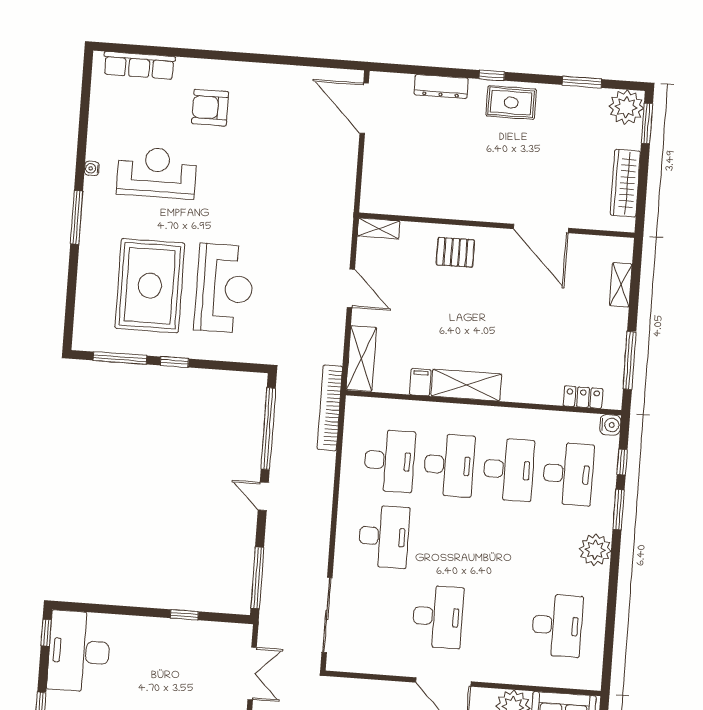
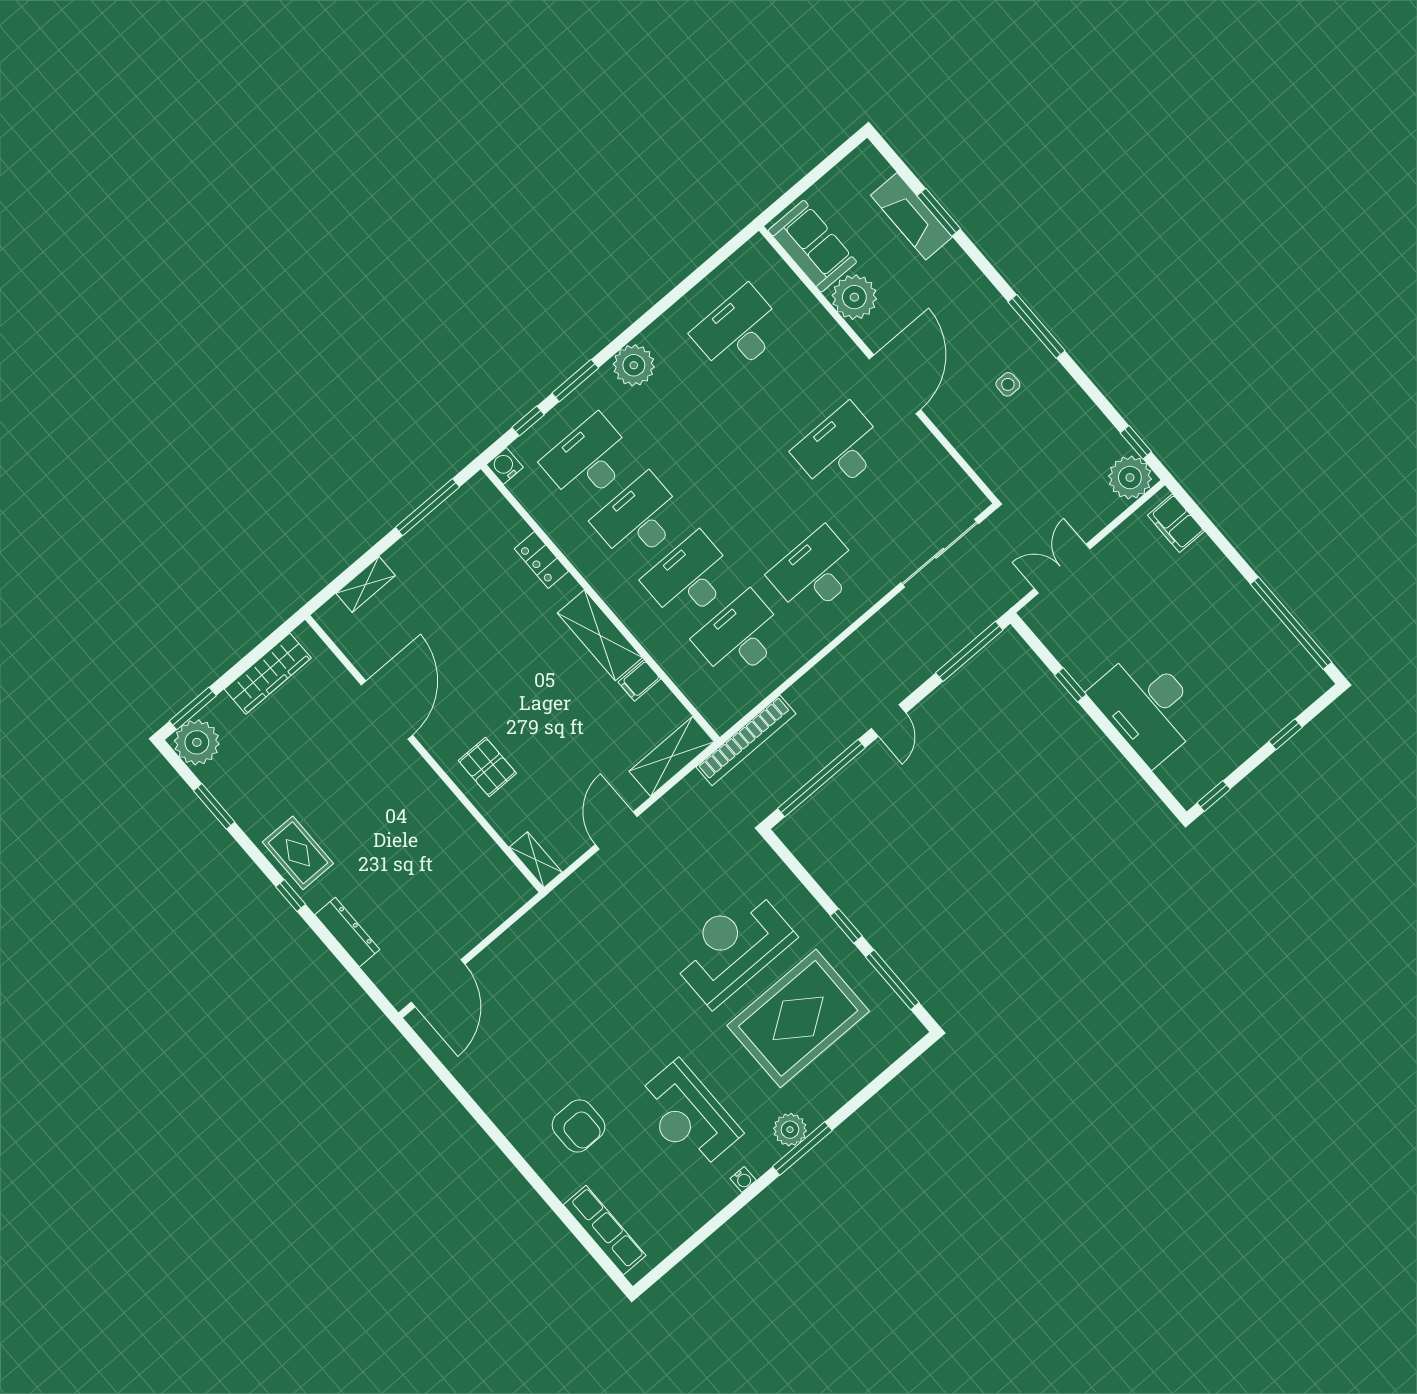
plant: (94, 221) -> (790, 1130), added
locker: (583, 397) -> (541, 560), moved
desk: (79, 651) -> (1147, 706), moved, turned 90

